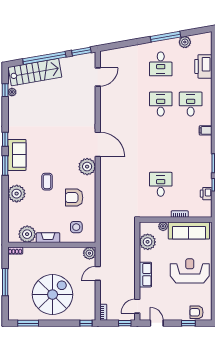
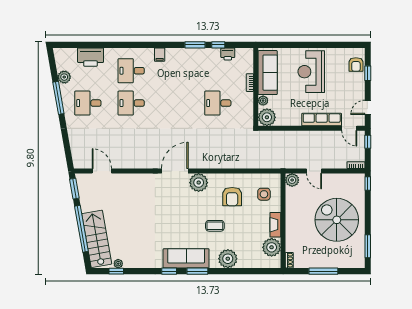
desk: (161, 64) -> (88, 103), turned 180
sofa: (17, 155) -> (186, 258), width x1.36
plant: (148, 242) -> (267, 117), moved
row of seats: (145, 275) -> (322, 120), width x1.48

